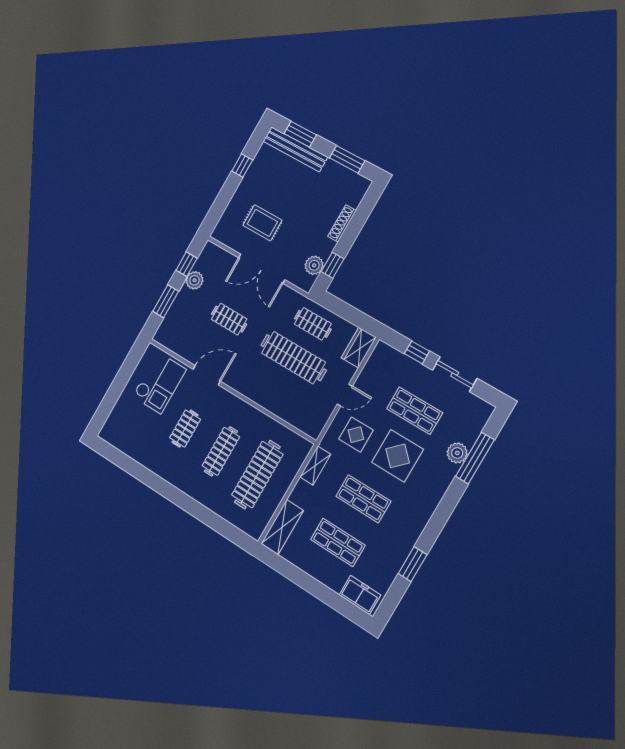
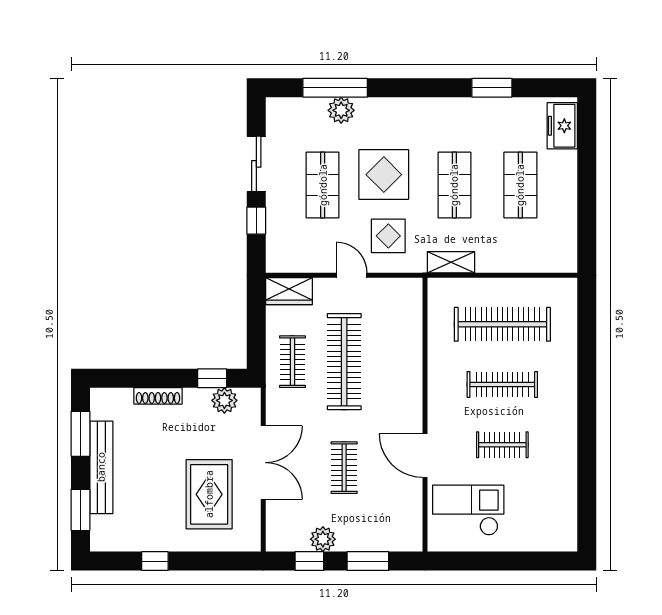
bench: (295, 149) -> (101, 467), moved
rug: (262, 223) -> (209, 494), width x1.36, depth x1.43
shelving: (282, 527) -> (543, 259), removed

